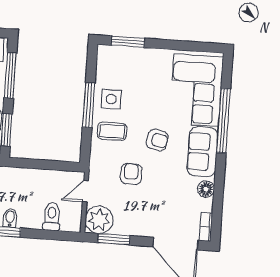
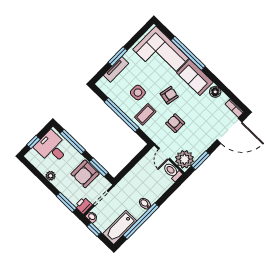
window: (128, 42) -> (118, 56), moved
tv unit: (135, 54) -> (116, 69), added
side table: (111, 99) -> (138, 93), moved
window: (89, 105) -> (122, 115), width x1.46
toilet: (52, 217) -> (172, 172), moved

